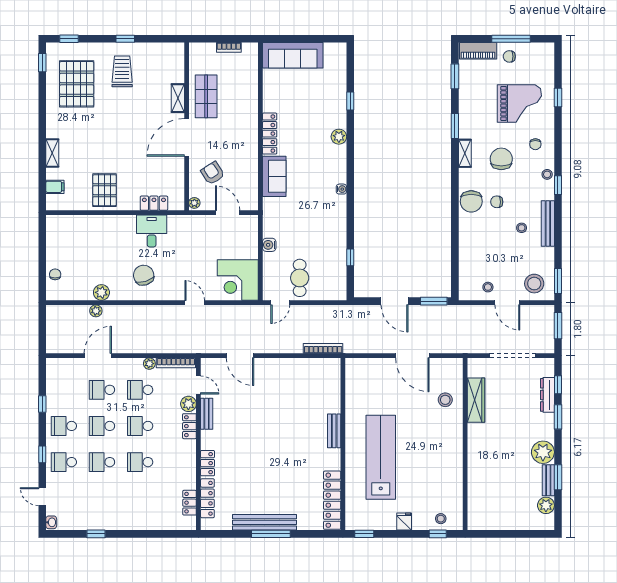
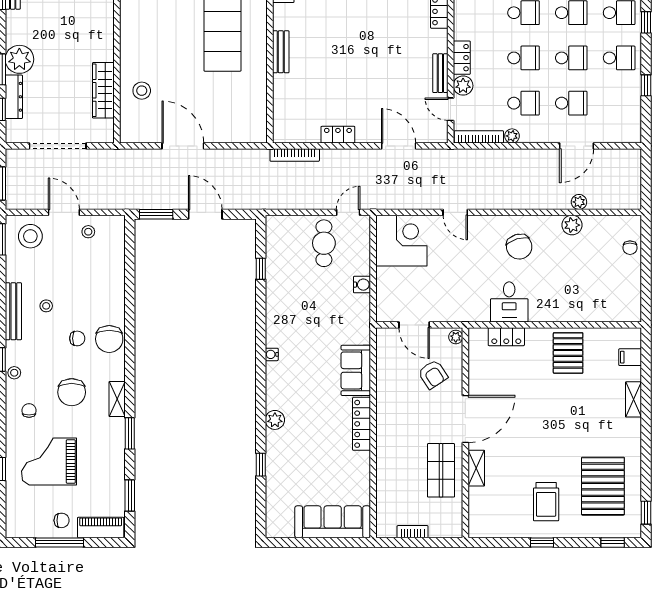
chair: (471, 201) -> (109, 339), turned 180
locker: (288, 365) -> (338, 135), added
plant: (543, 452) -> (19, 59), moved

